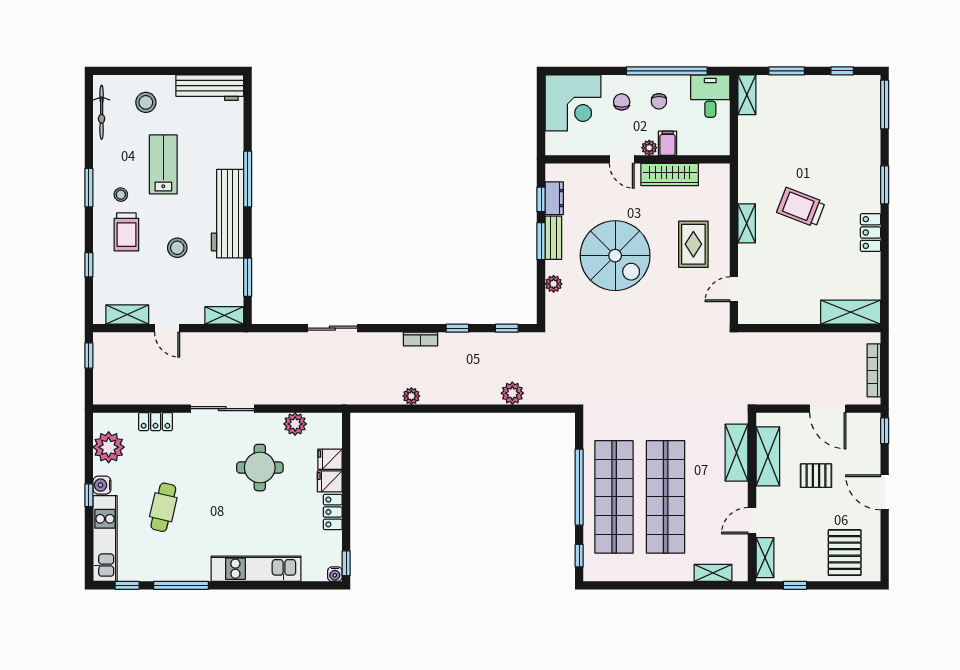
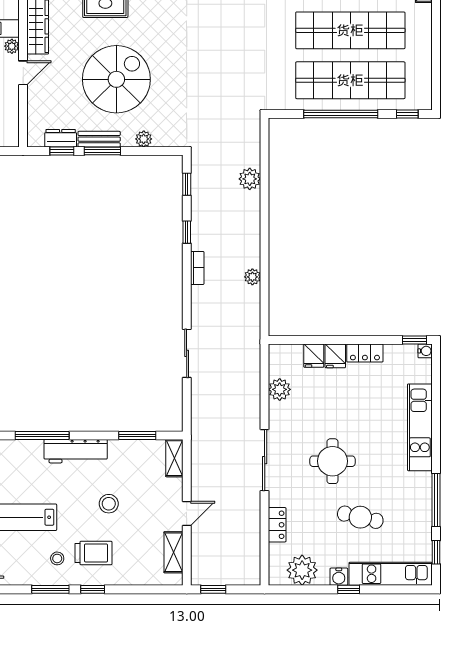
workbench: (228, 214) -> (76, 451), width x0.73, depth x0.76
window: (89, 265) -> (93, 589), moved
round table: (260, 468) -> (332, 461), moved

